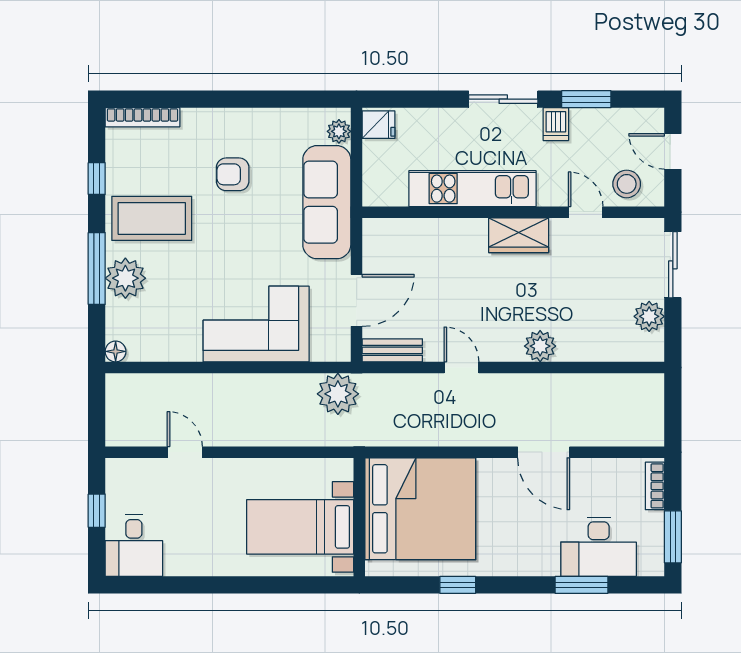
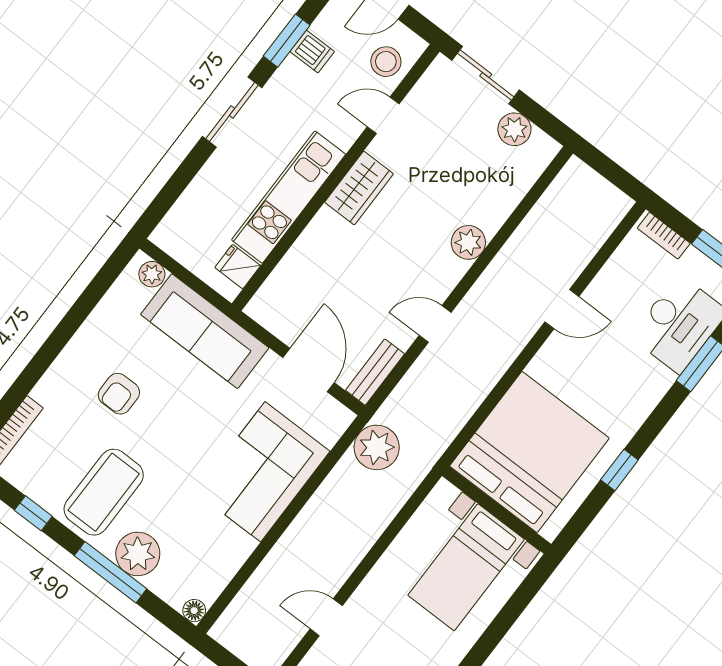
dishwasher: (556, 124) -> (312, 52), moved
fridge: (379, 125) -> (238, 267), moved, turned -90
door: (544, 452) -> (562, 309), width x0.73

